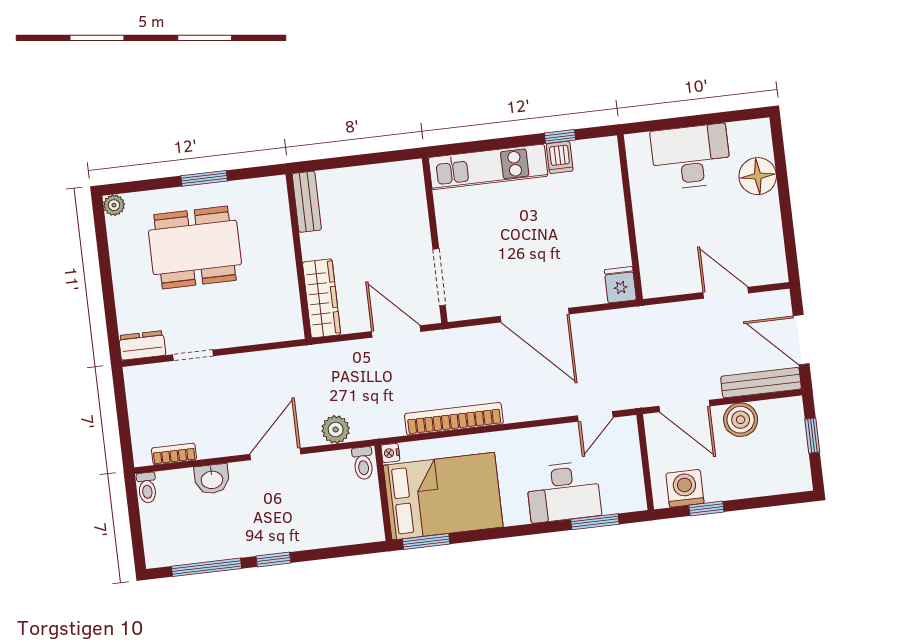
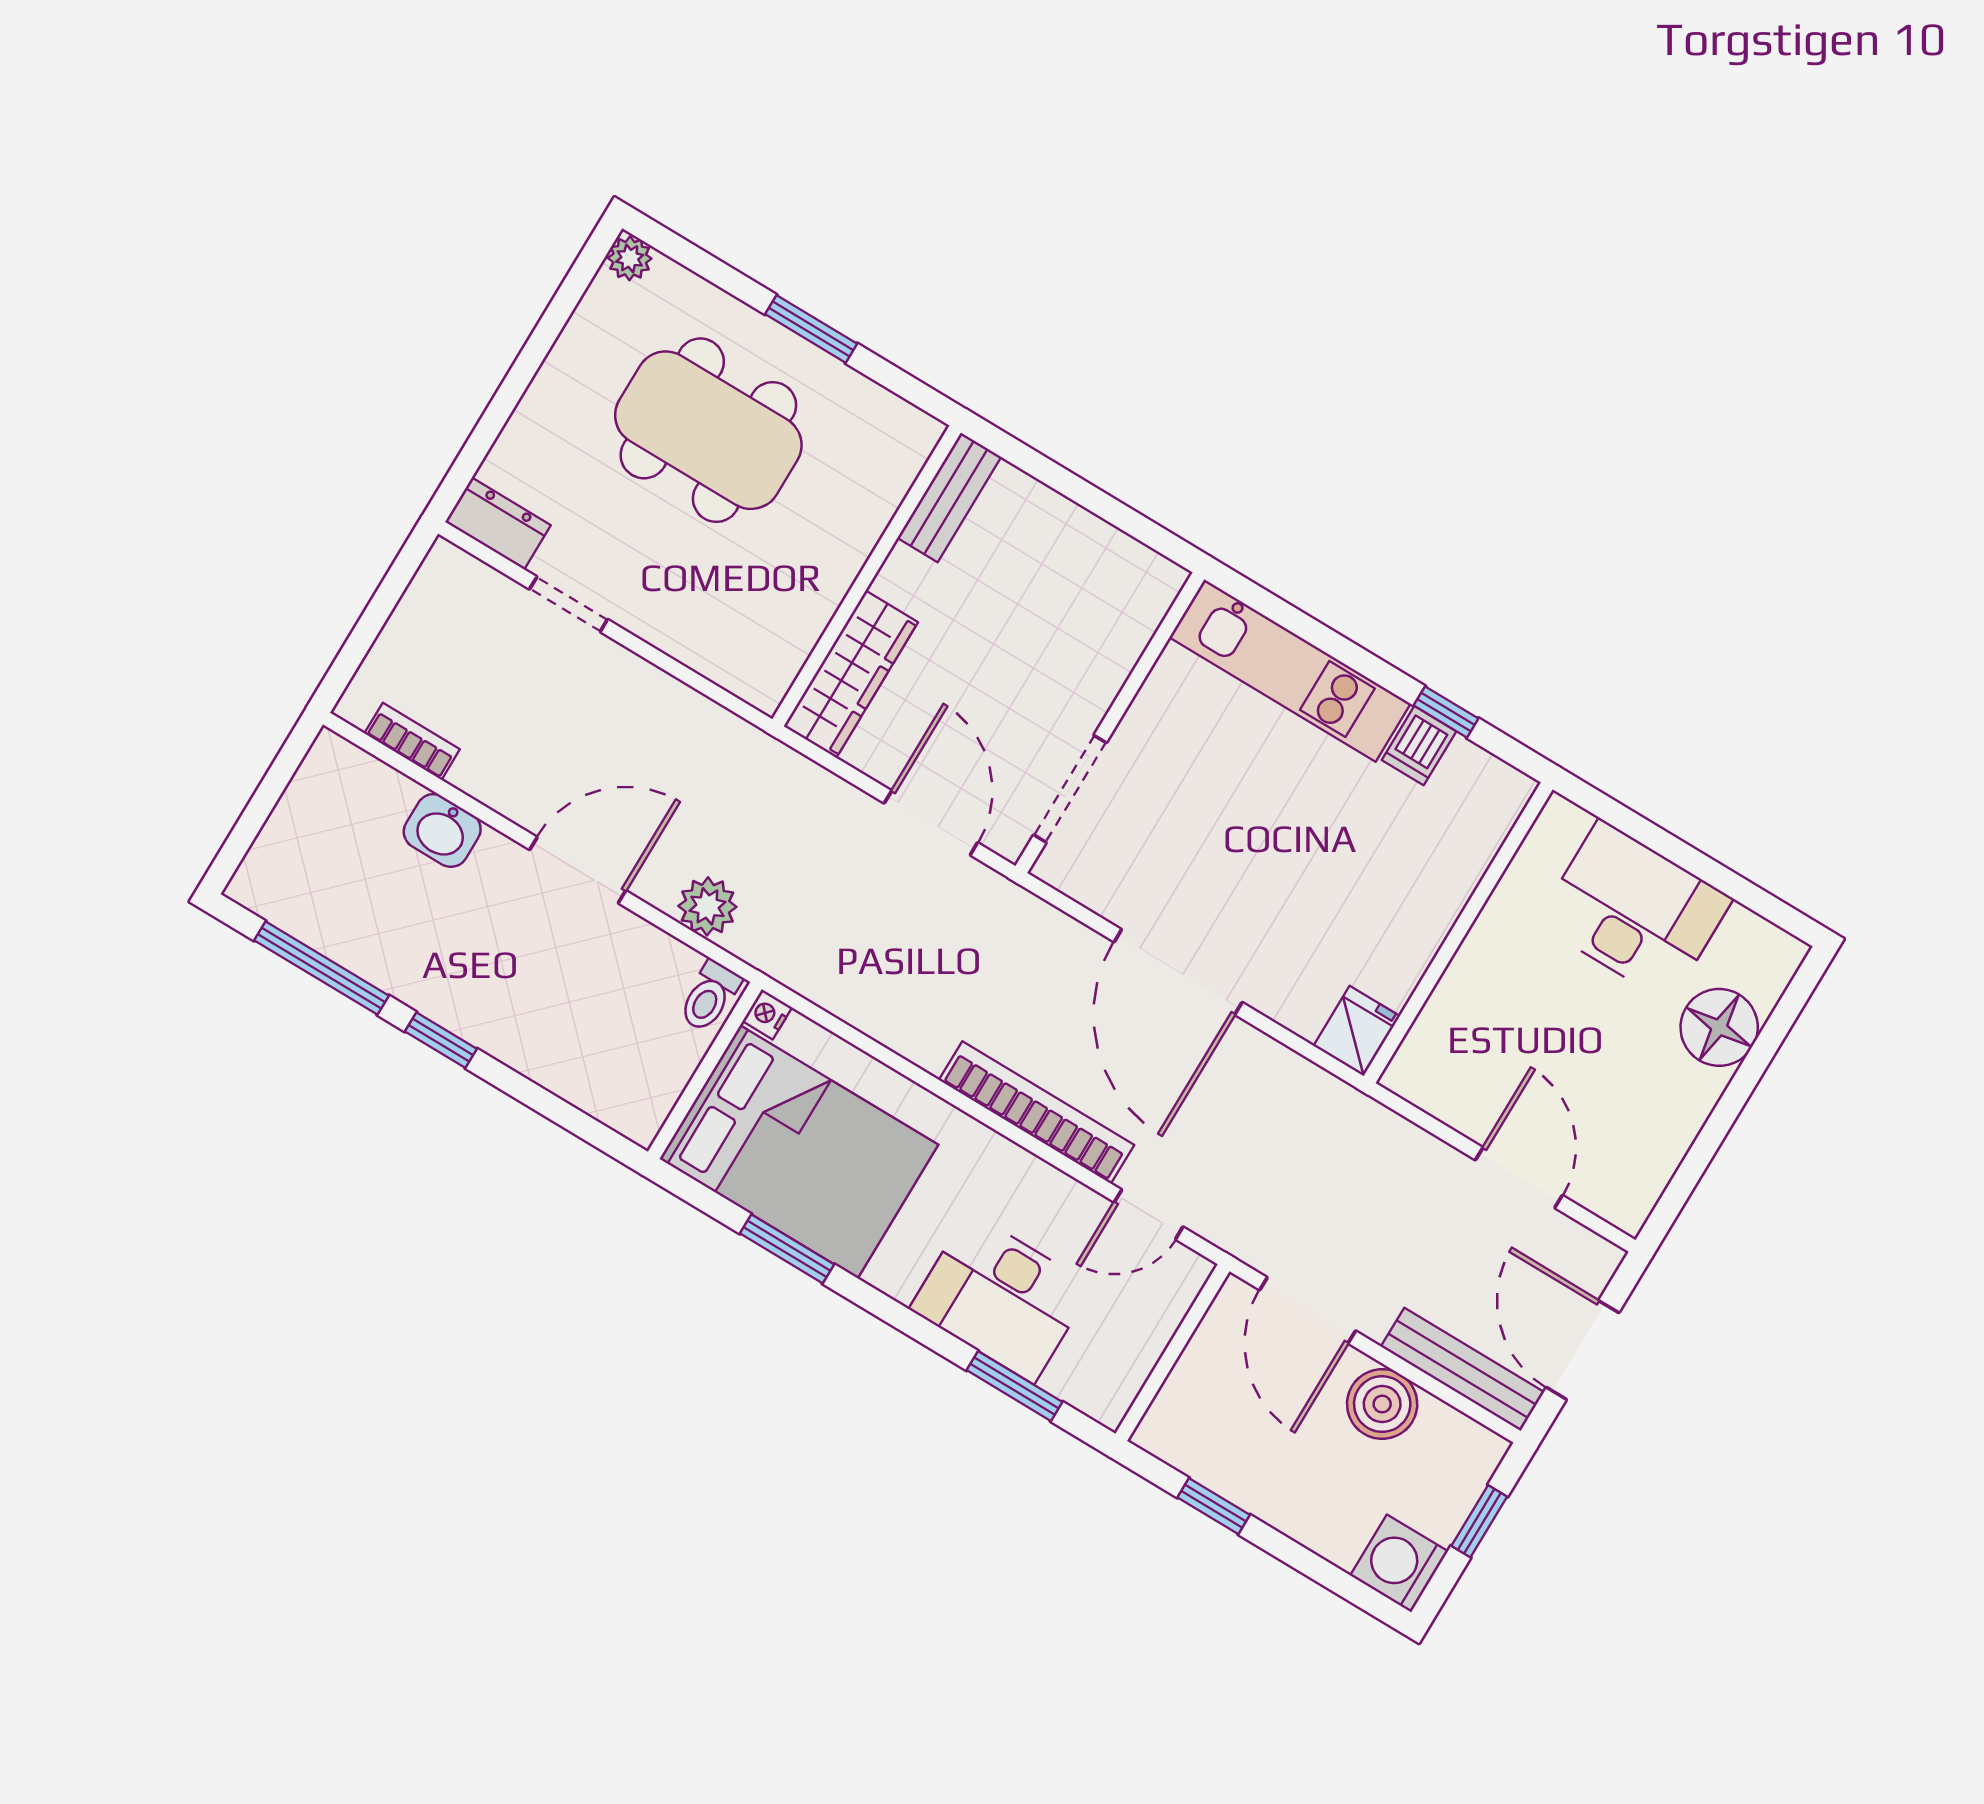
bookcase: (454, 419) -> (1036, 1112), moved
toilet: (147, 488) -> (325, 762), removed
washing machine: (685, 488) -> (1399, 1563), moved, turned -90
window: (426, 542) -> (787, 1249), moved

